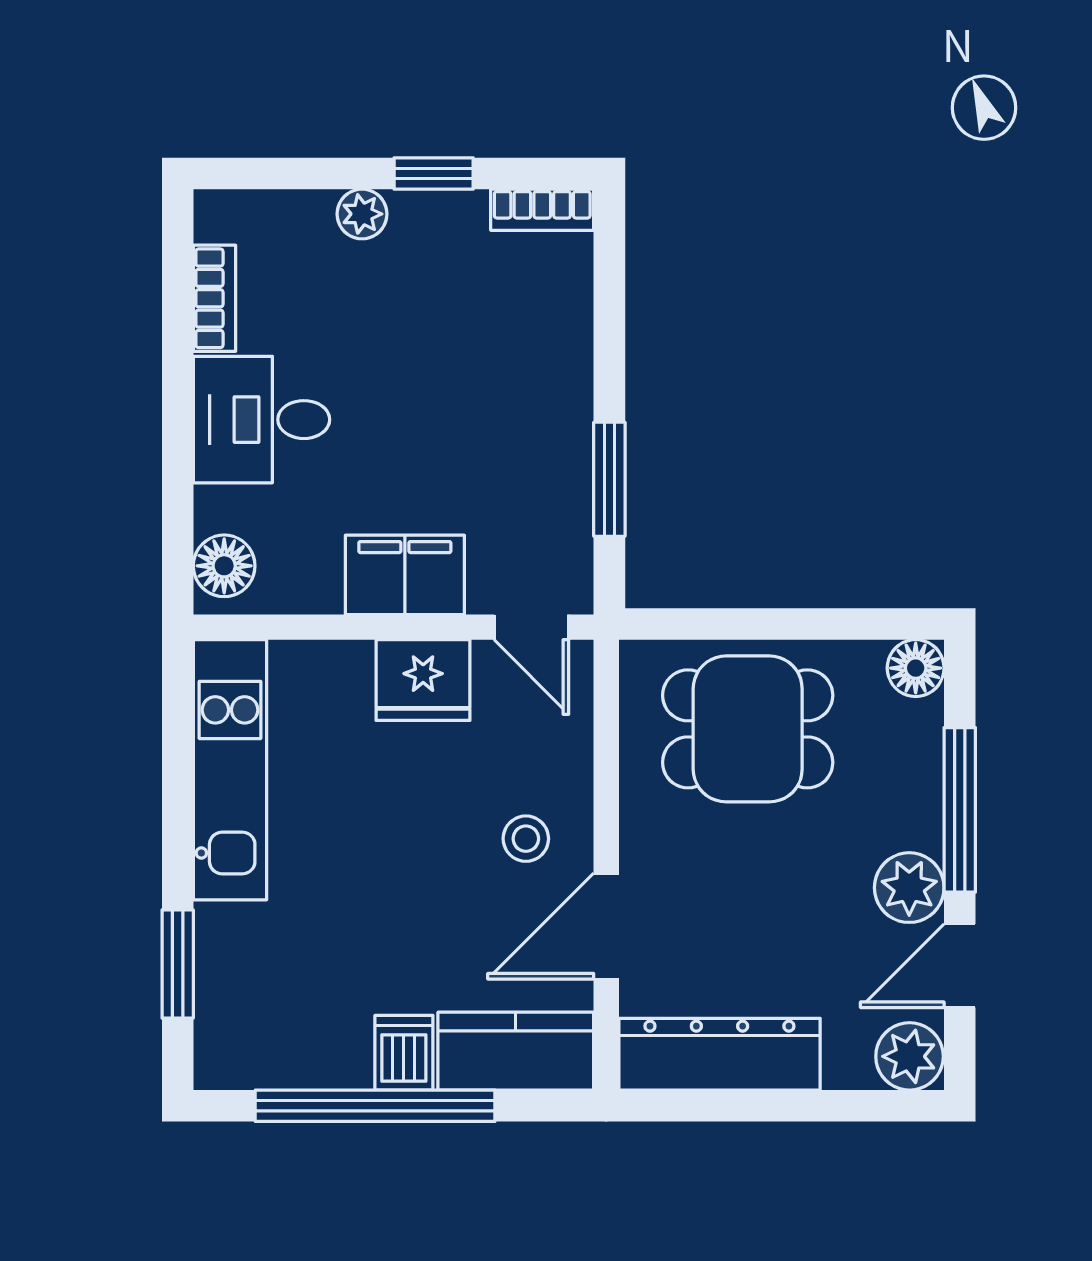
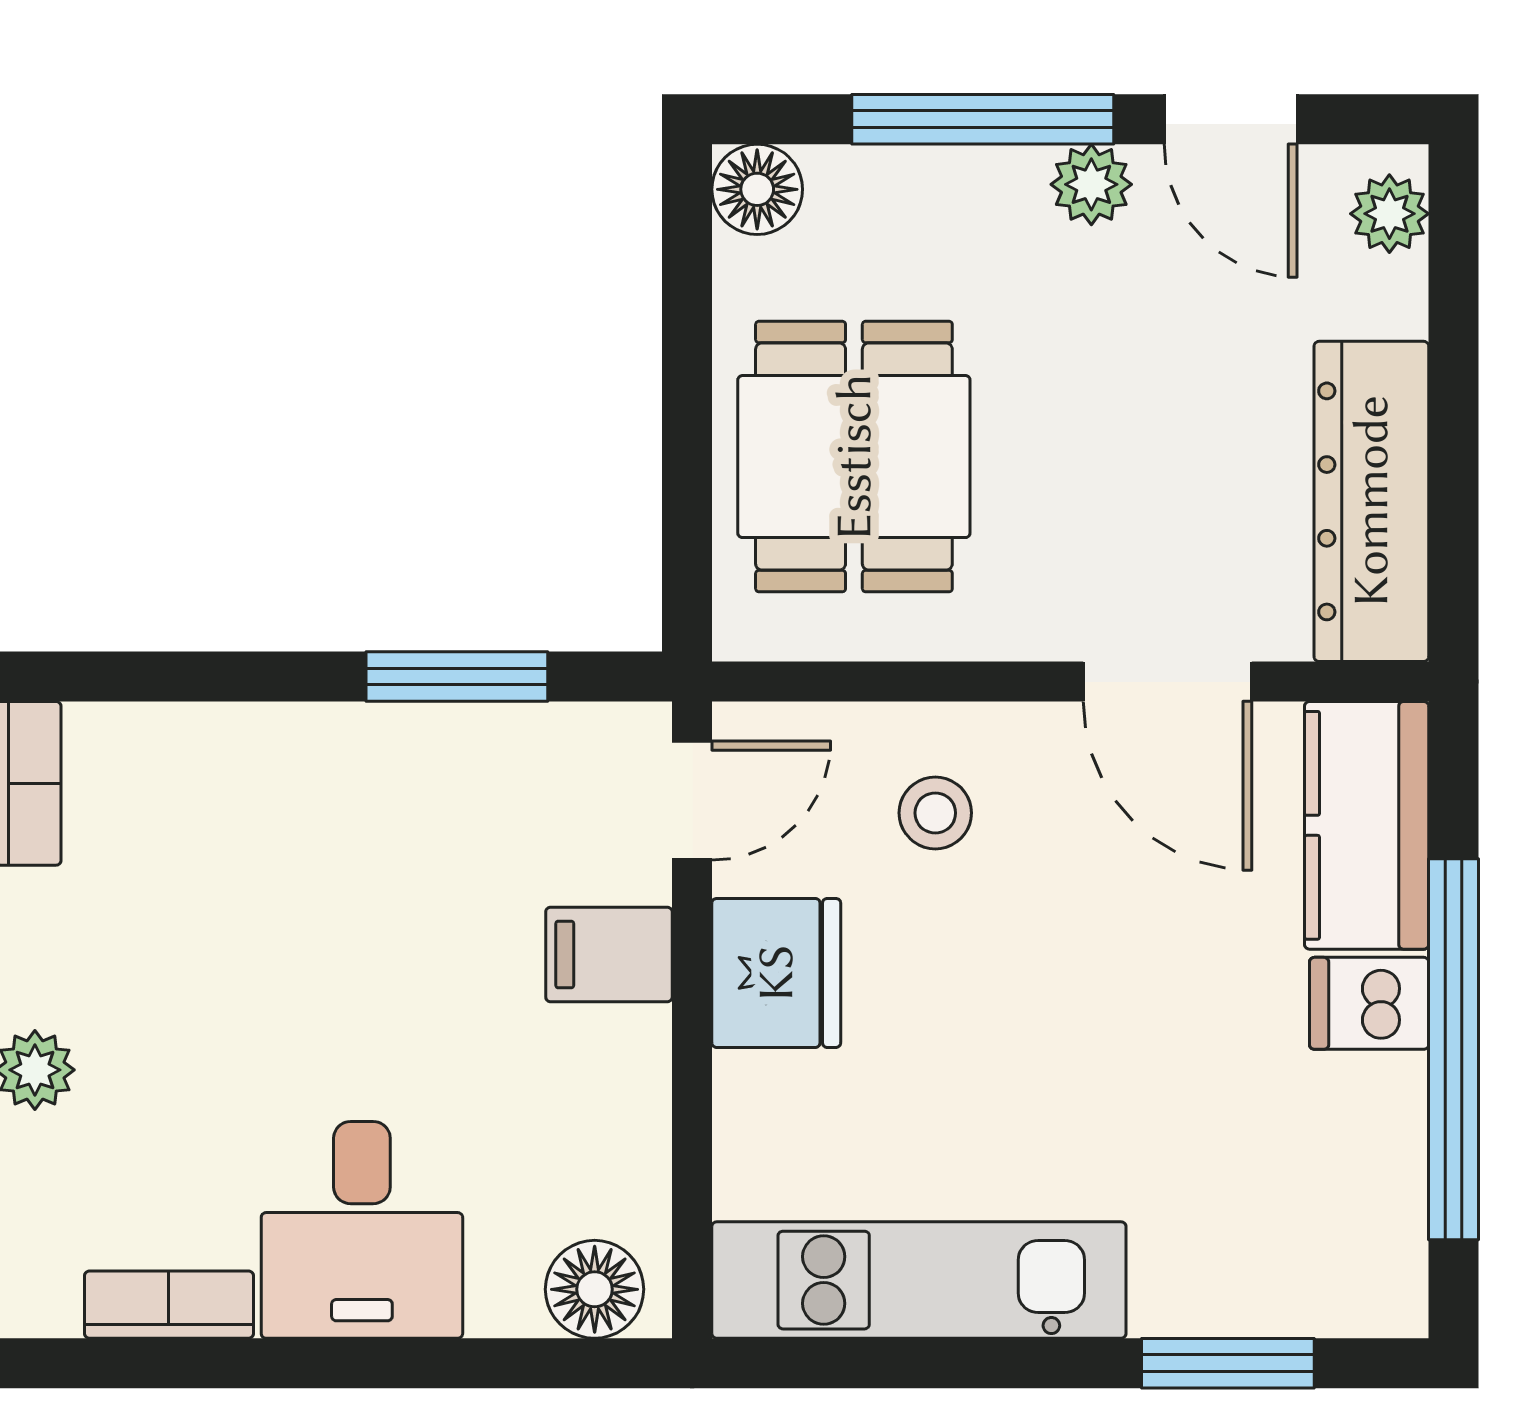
filing cabinet: (405, 575) -> (609, 954), width x0.50
stool: (526, 839) -> (935, 813), moved
plant: (909, 888) -> (1091, 184), width x0.73, depth x0.73
plant: (910, 1056) -> (1389, 214), width x0.73, depth x0.73

